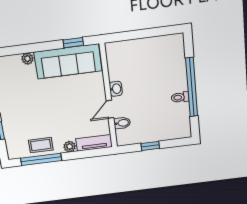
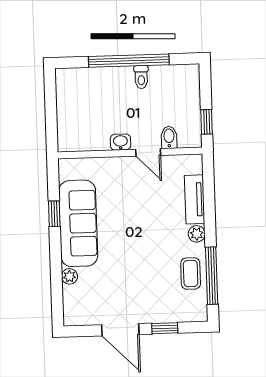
washbasin: (116, 89) -> (120, 142), moved
wall: (108, 96) -> (130, 153), moved
door: (110, 109) -> (148, 152), moved
bidet: (122, 123) -> (169, 137), moved

